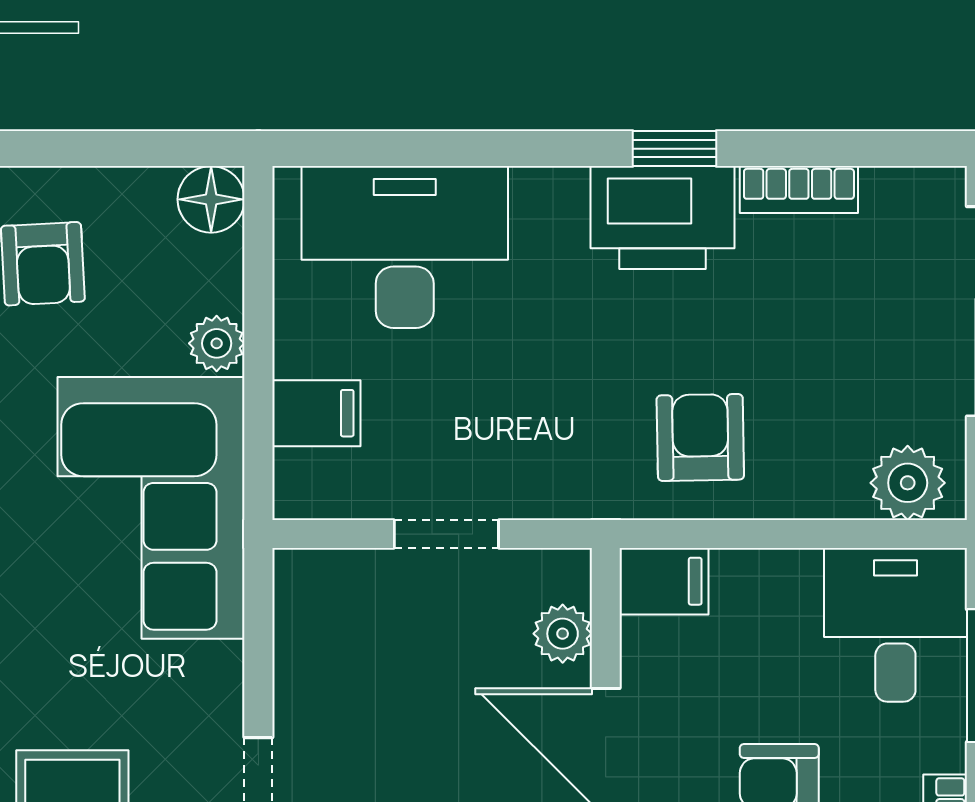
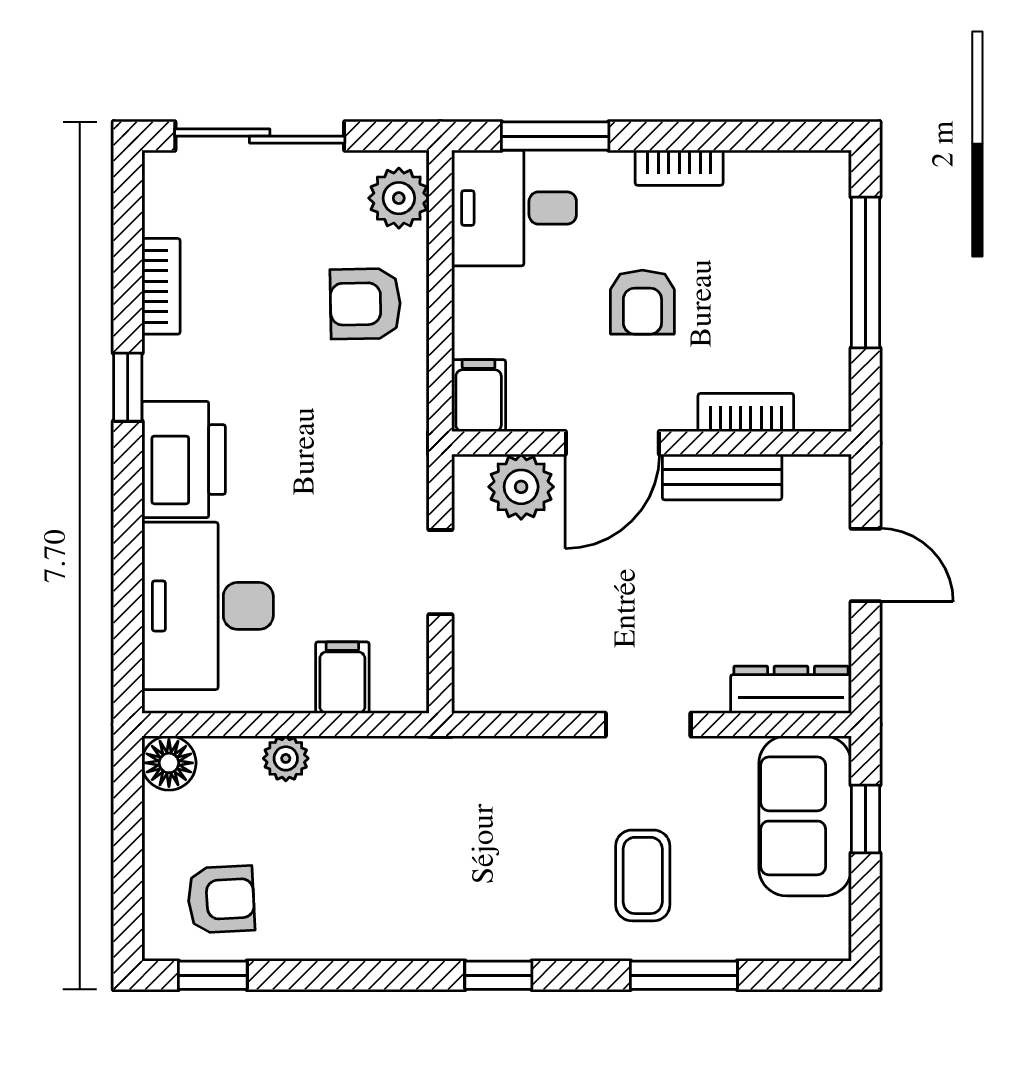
printer: (663, 217) -> (184, 460), moved
armchair: (700, 437) -> (365, 304), moved
corner sofa: (151, 508) -> (419, 812), removed
plant: (563, 634) -> (521, 487), width x1.38, depth x1.38

